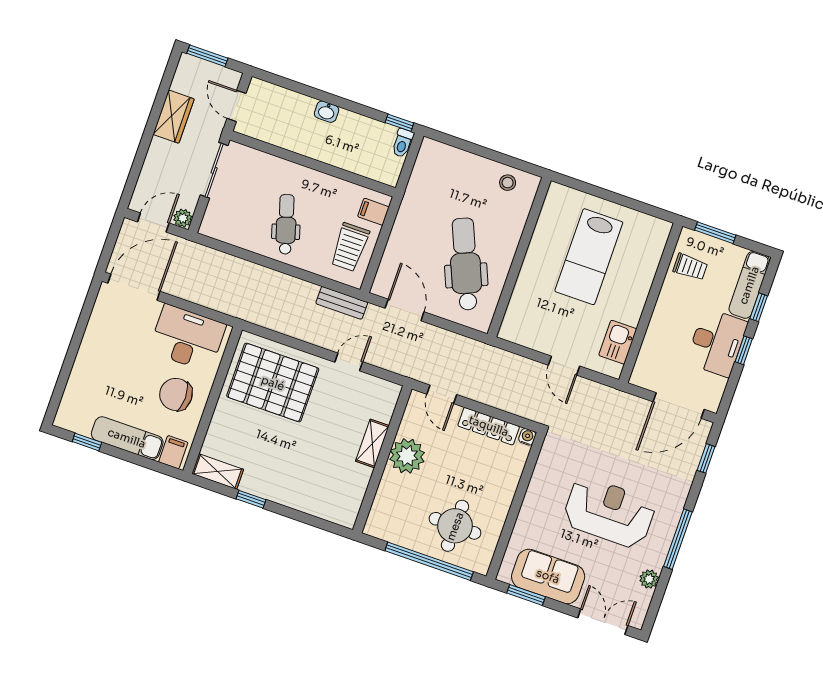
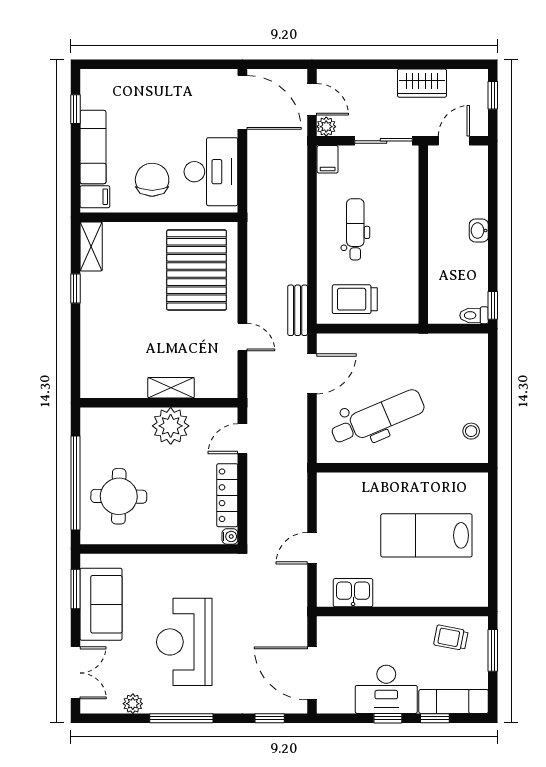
window: (207, 56) -> (493, 95), width x0.67
filing cabinet: (373, 212) -> (328, 159), moved, turned 180
dental chair: (286, 224) -> (355, 229), turned -73
trolley: (690, 267) -> (451, 638), turned 101
reception desk: (609, 512) -> (184, 642), turned 180

